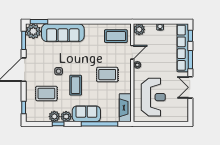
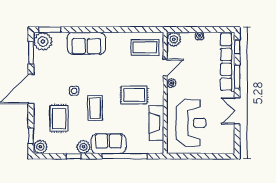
sofa: (63, 33) -> (86, 43), width x0.73
rug: (46, 93) -> (59, 118), turned 90
fireplace: (125, 108) -> (156, 123), moved
plant: (54, 116) -> (40, 147), moved

